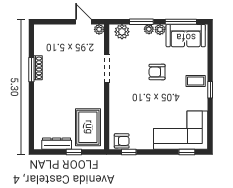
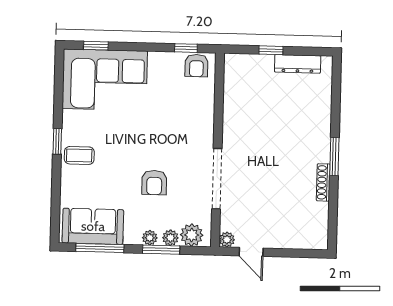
plant: (160, 30) -> (170, 238), moved
doorway: (107, 68) -> (217, 179), width x1.36
window: (31, 70) -> (334, 157), moved
armchair: (157, 72) -> (154, 183), moved, turned 90
rug: (88, 127) -> (248, 88), removed
armchair: (122, 141) -> (196, 66), turned -90

